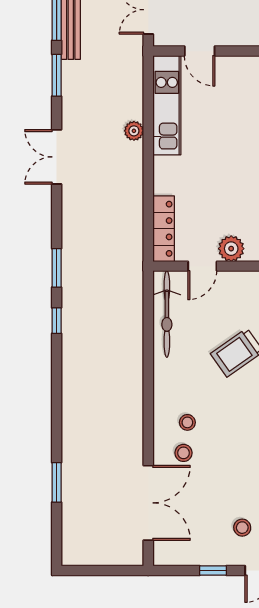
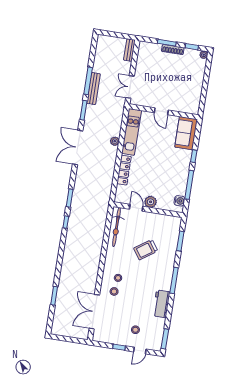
door: (200, 51) -> (161, 111), moved
double door: (57, 157) -> (78, 147), width x1.37
locker: (164, 229) -> (124, 170), moved
door: (202, 266) -> (136, 208), swing flipped
double door: (148, 503) -> (94, 312), swing flipped

